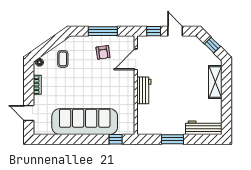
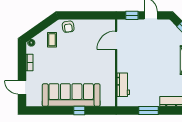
window: (103, 31) -> (87, 15), removed
armchair: (103, 52) -> (68, 27), moved
workbench: (144, 90) -> (123, 85), moved
window: (116, 139) -> (79, 110), moved

